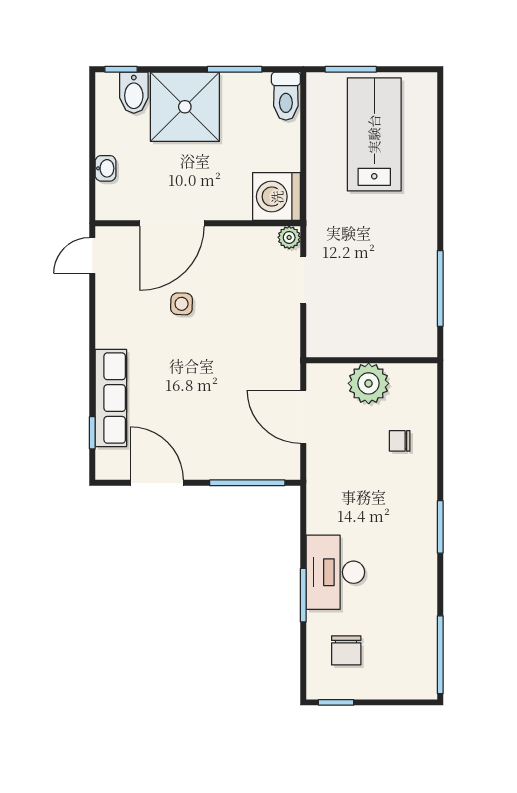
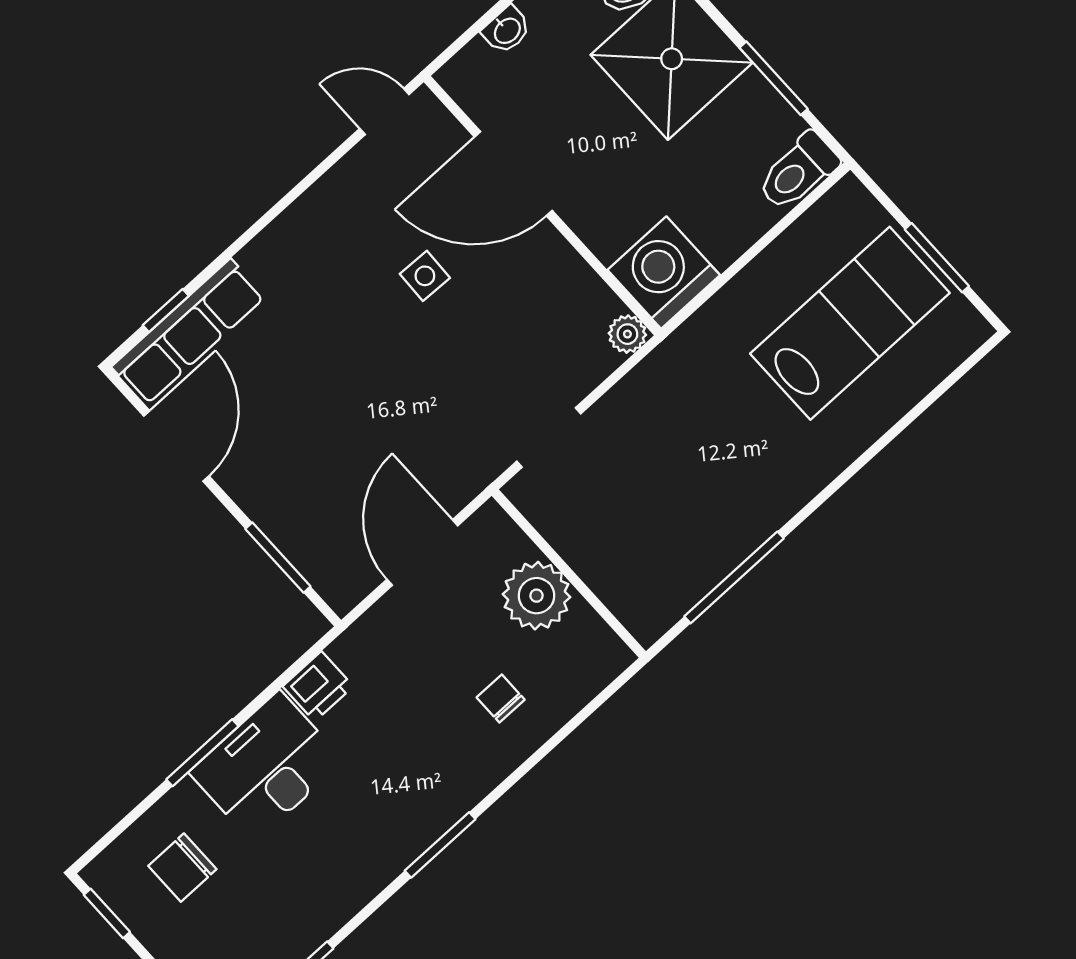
window: (351, 69) -> (937, 258), moved
doorway: (303, 280) -> (549, 438), moved
row of seats: (111, 398) -> (188, 332), moved
window: (247, 483) -> (278, 558), width x0.69
printer: (321, 517) -> (318, 686), added

